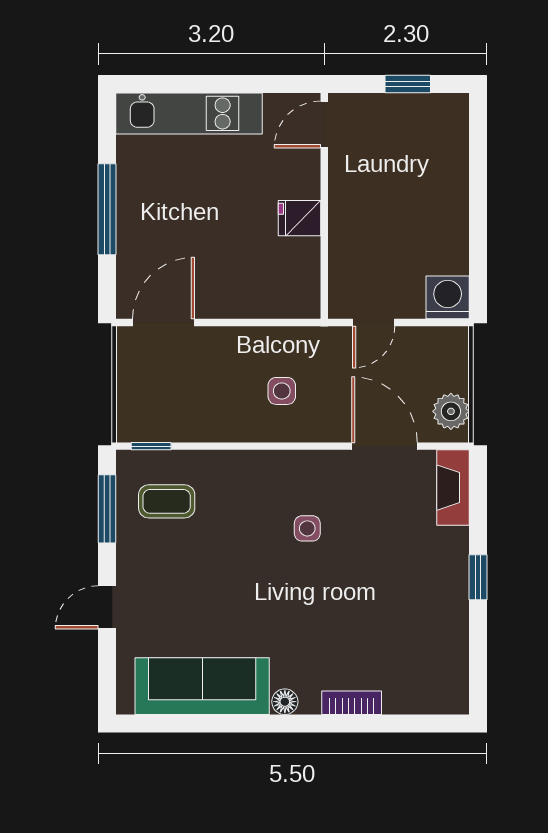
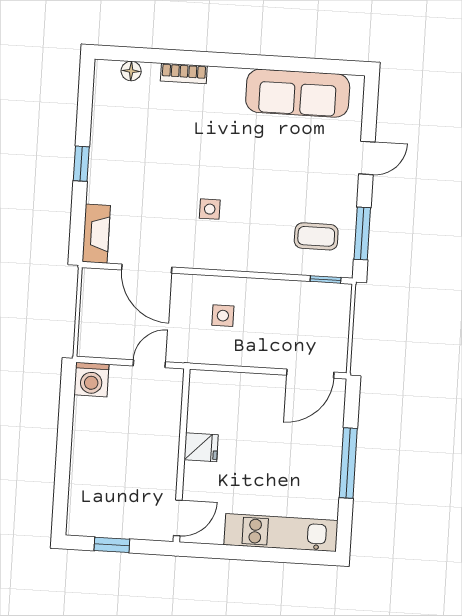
plant: (451, 411) -> (94, 292), removed
floor lamp: (285, 702) -> (131, 71), moved

